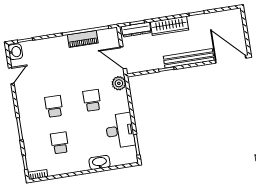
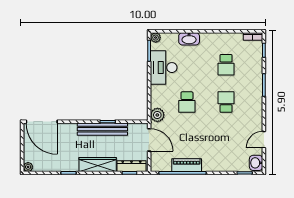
plant: (237, 13) -> (28, 167), added
bench: (189, 58) -> (102, 129), moved
school desk: (54, 106) -> (226, 102), turned 180
plant: (132, 159) -> (156, 38), added

